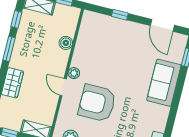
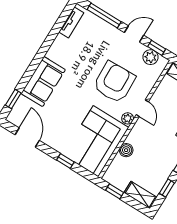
corner sofa: (97, 42) -> (96, 141), added
armchair: (97, 103) -> (114, 82), turned -92

